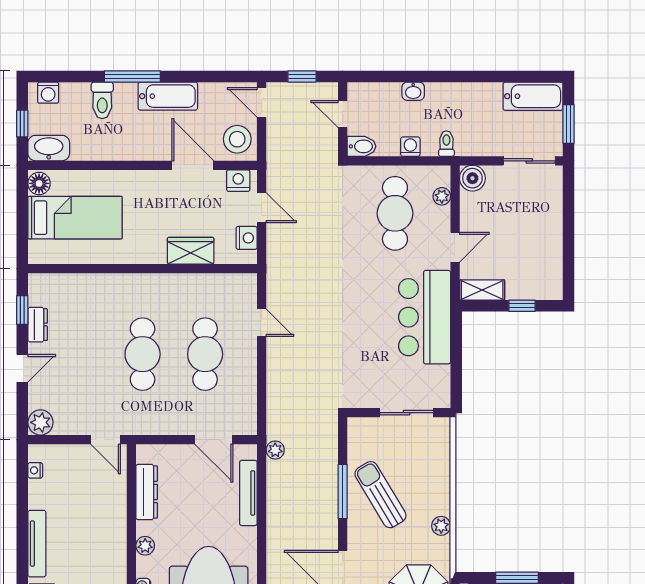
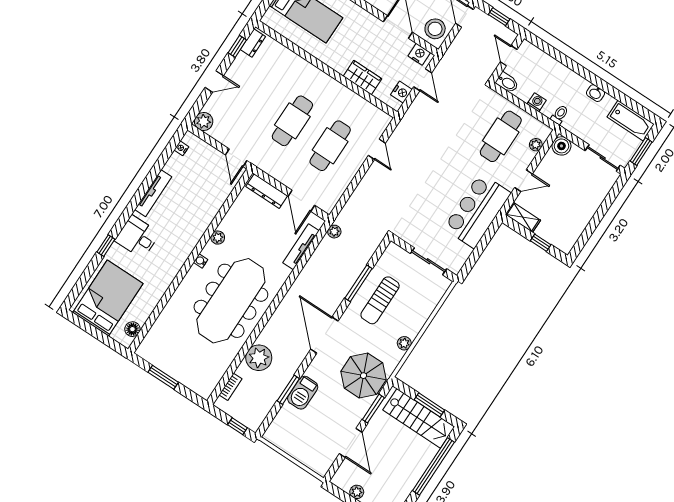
washbasin: (413, 91) -> (595, 93), moved
dresser: (38, 325) -> (253, 43), moved
dresser: (147, 492) -> (267, 191), moved, turned 90
sun lounger: (380, 495) -> (380, 300), turned -149

